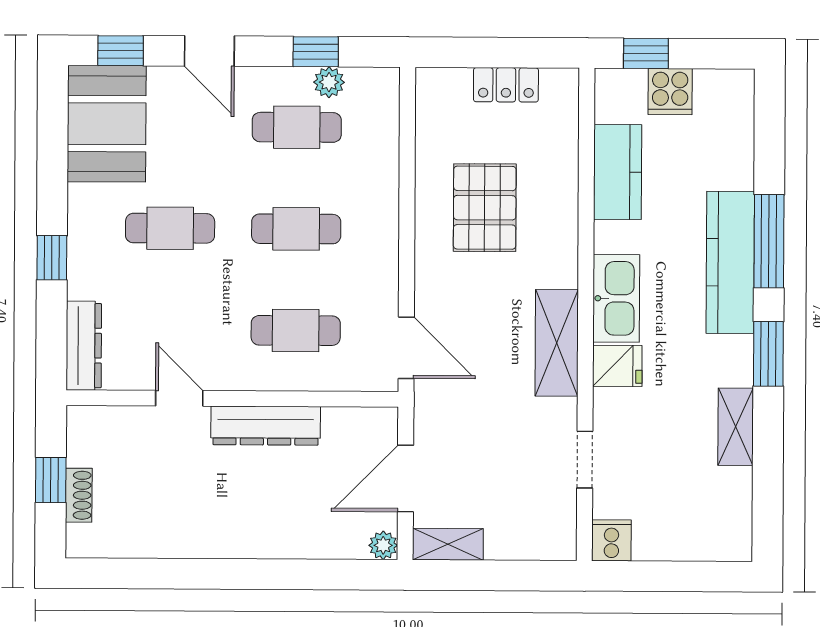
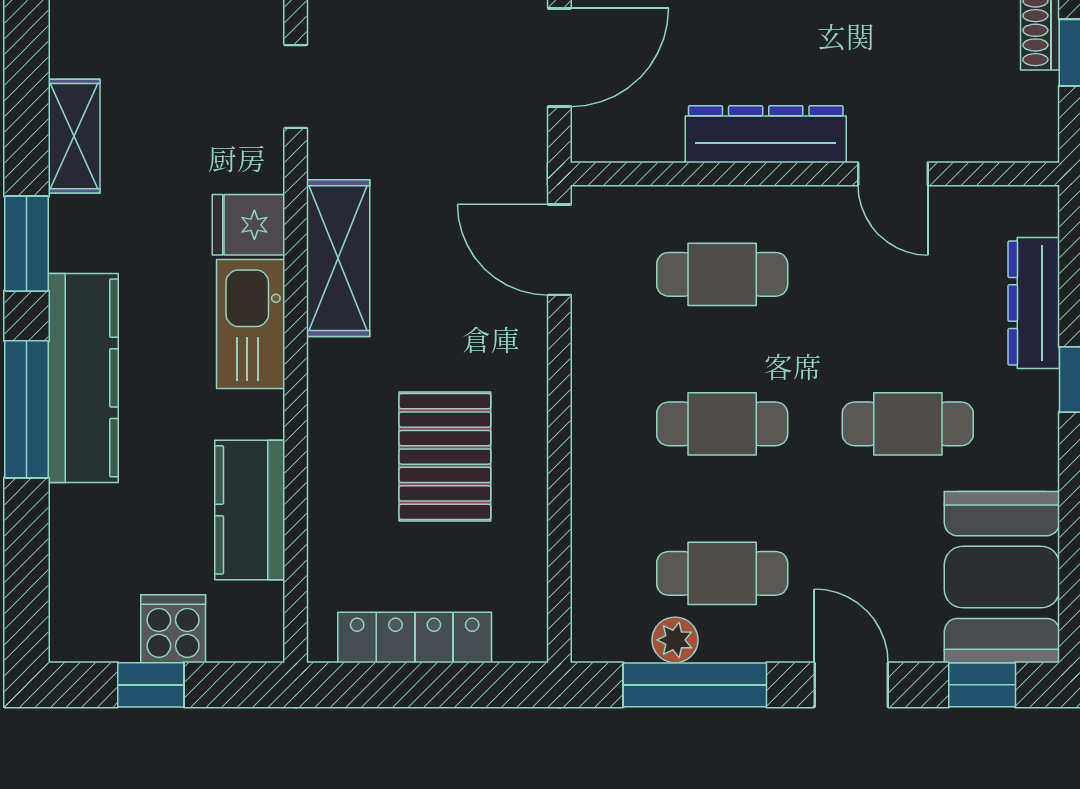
window: (316, 52) -> (695, 685), width x2.17
window: (646, 53) -> (151, 685), moved
locker: (506, 85) -> (415, 637), width x1.53
dresser: (84, 346) -> (1034, 303), moved

